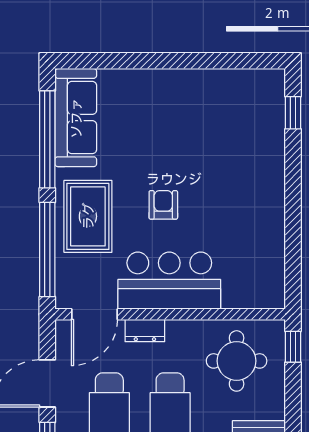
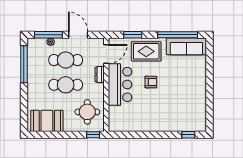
window: (47, 250) -> (133, 35), width x0.47
door: (94, 314) -> (106, 54), swing flipped

